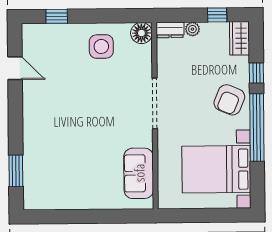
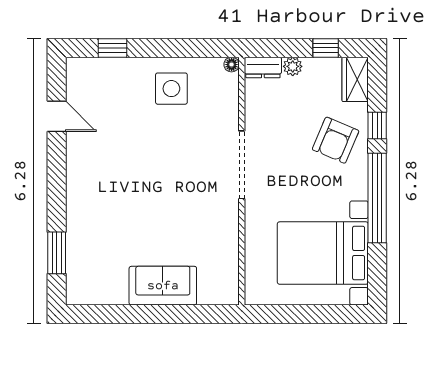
floor lamp: (141, 33) -> (232, 65), width x0.53, depth x0.53
armchair: (229, 100) -> (336, 140), moved
sofa: (139, 173) -> (163, 286), moved, turned 90

